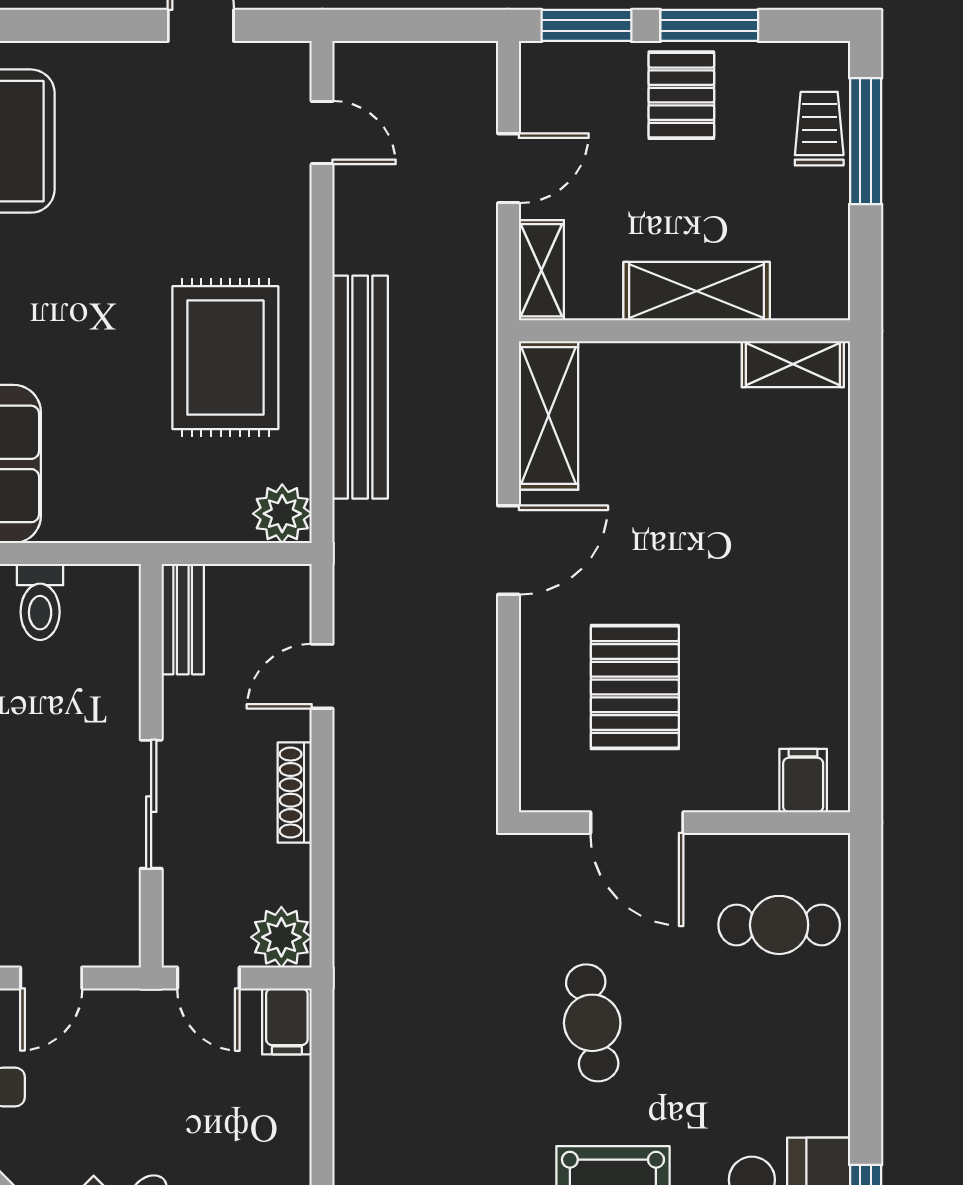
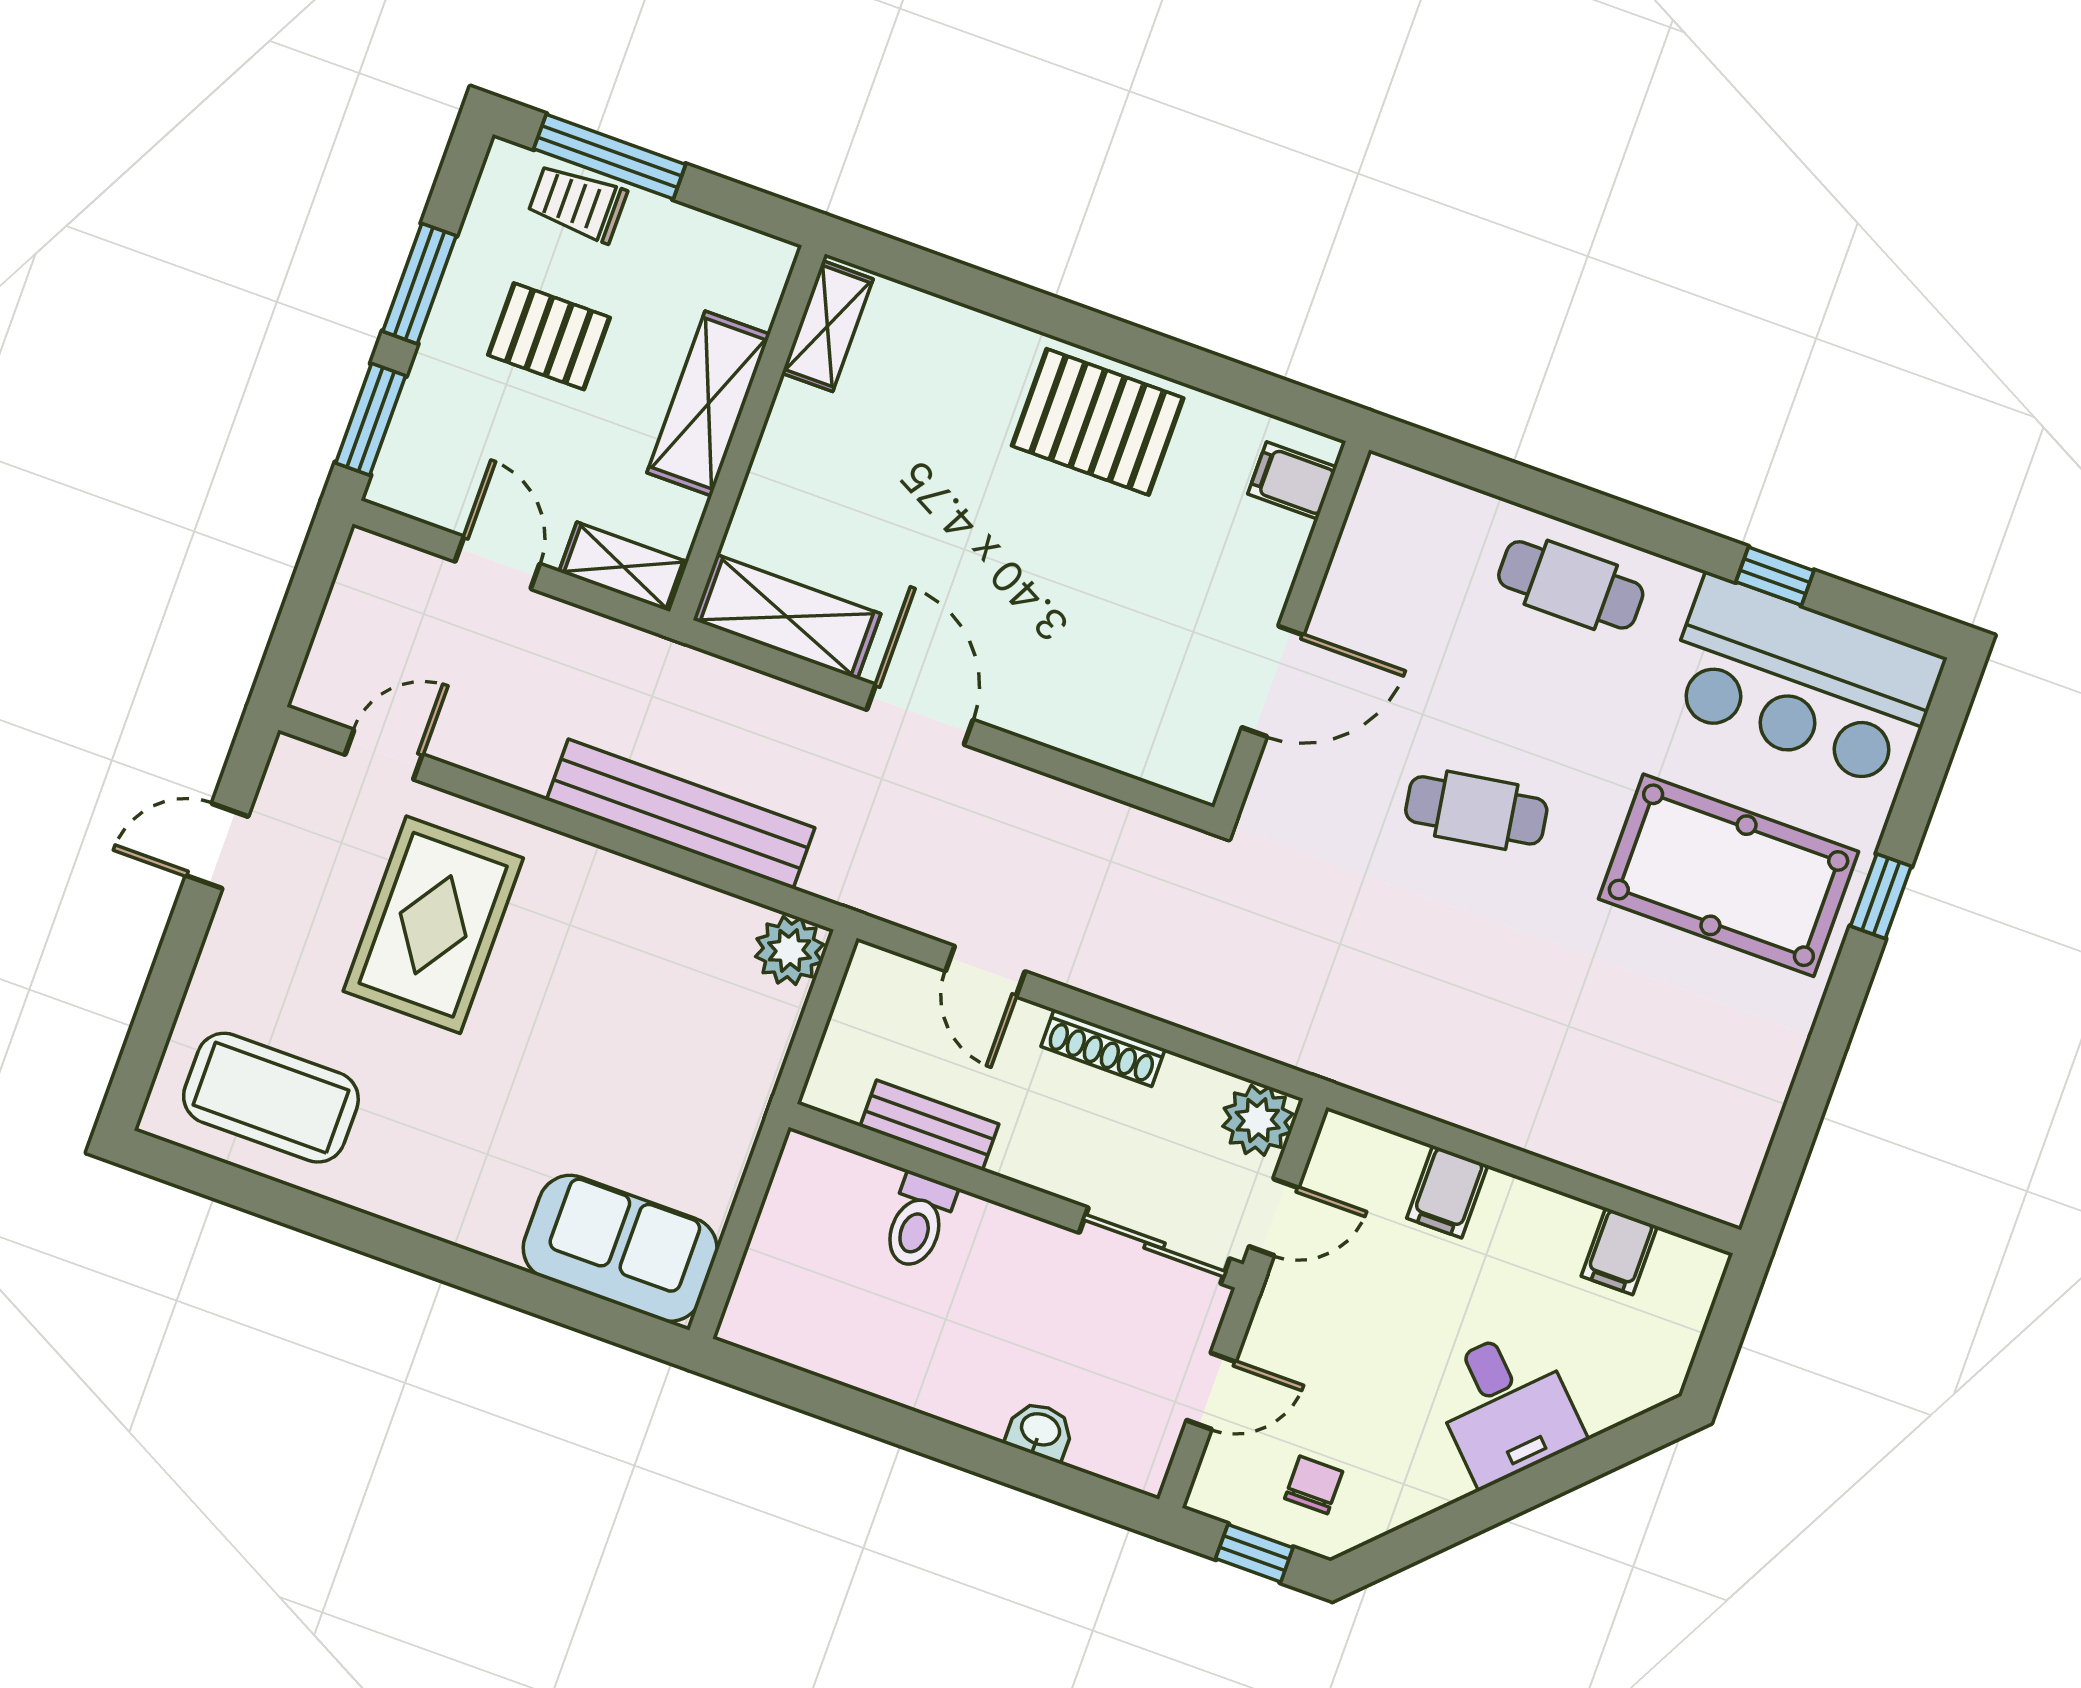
pallet: (681, 95) -> (549, 336), moved
rug: (225, 358) -> (433, 925), moved, turned 90
toilet: (40, 602) -> (918, 1221), moved, turned 90
bench: (183, 619) -> (929, 1125), moved
pallet: (635, 687) -> (1098, 422), moved
sliding door: (151, 804) -> (1155, 1246), moved
cafe table: (779, 925) -> (1571, 585), moved, turned 90
door: (51, 978) -> (1211, 1391), hinge flipped
filing cabinet: (287, 1021) -> (1447, 1192), moved, turned 90

